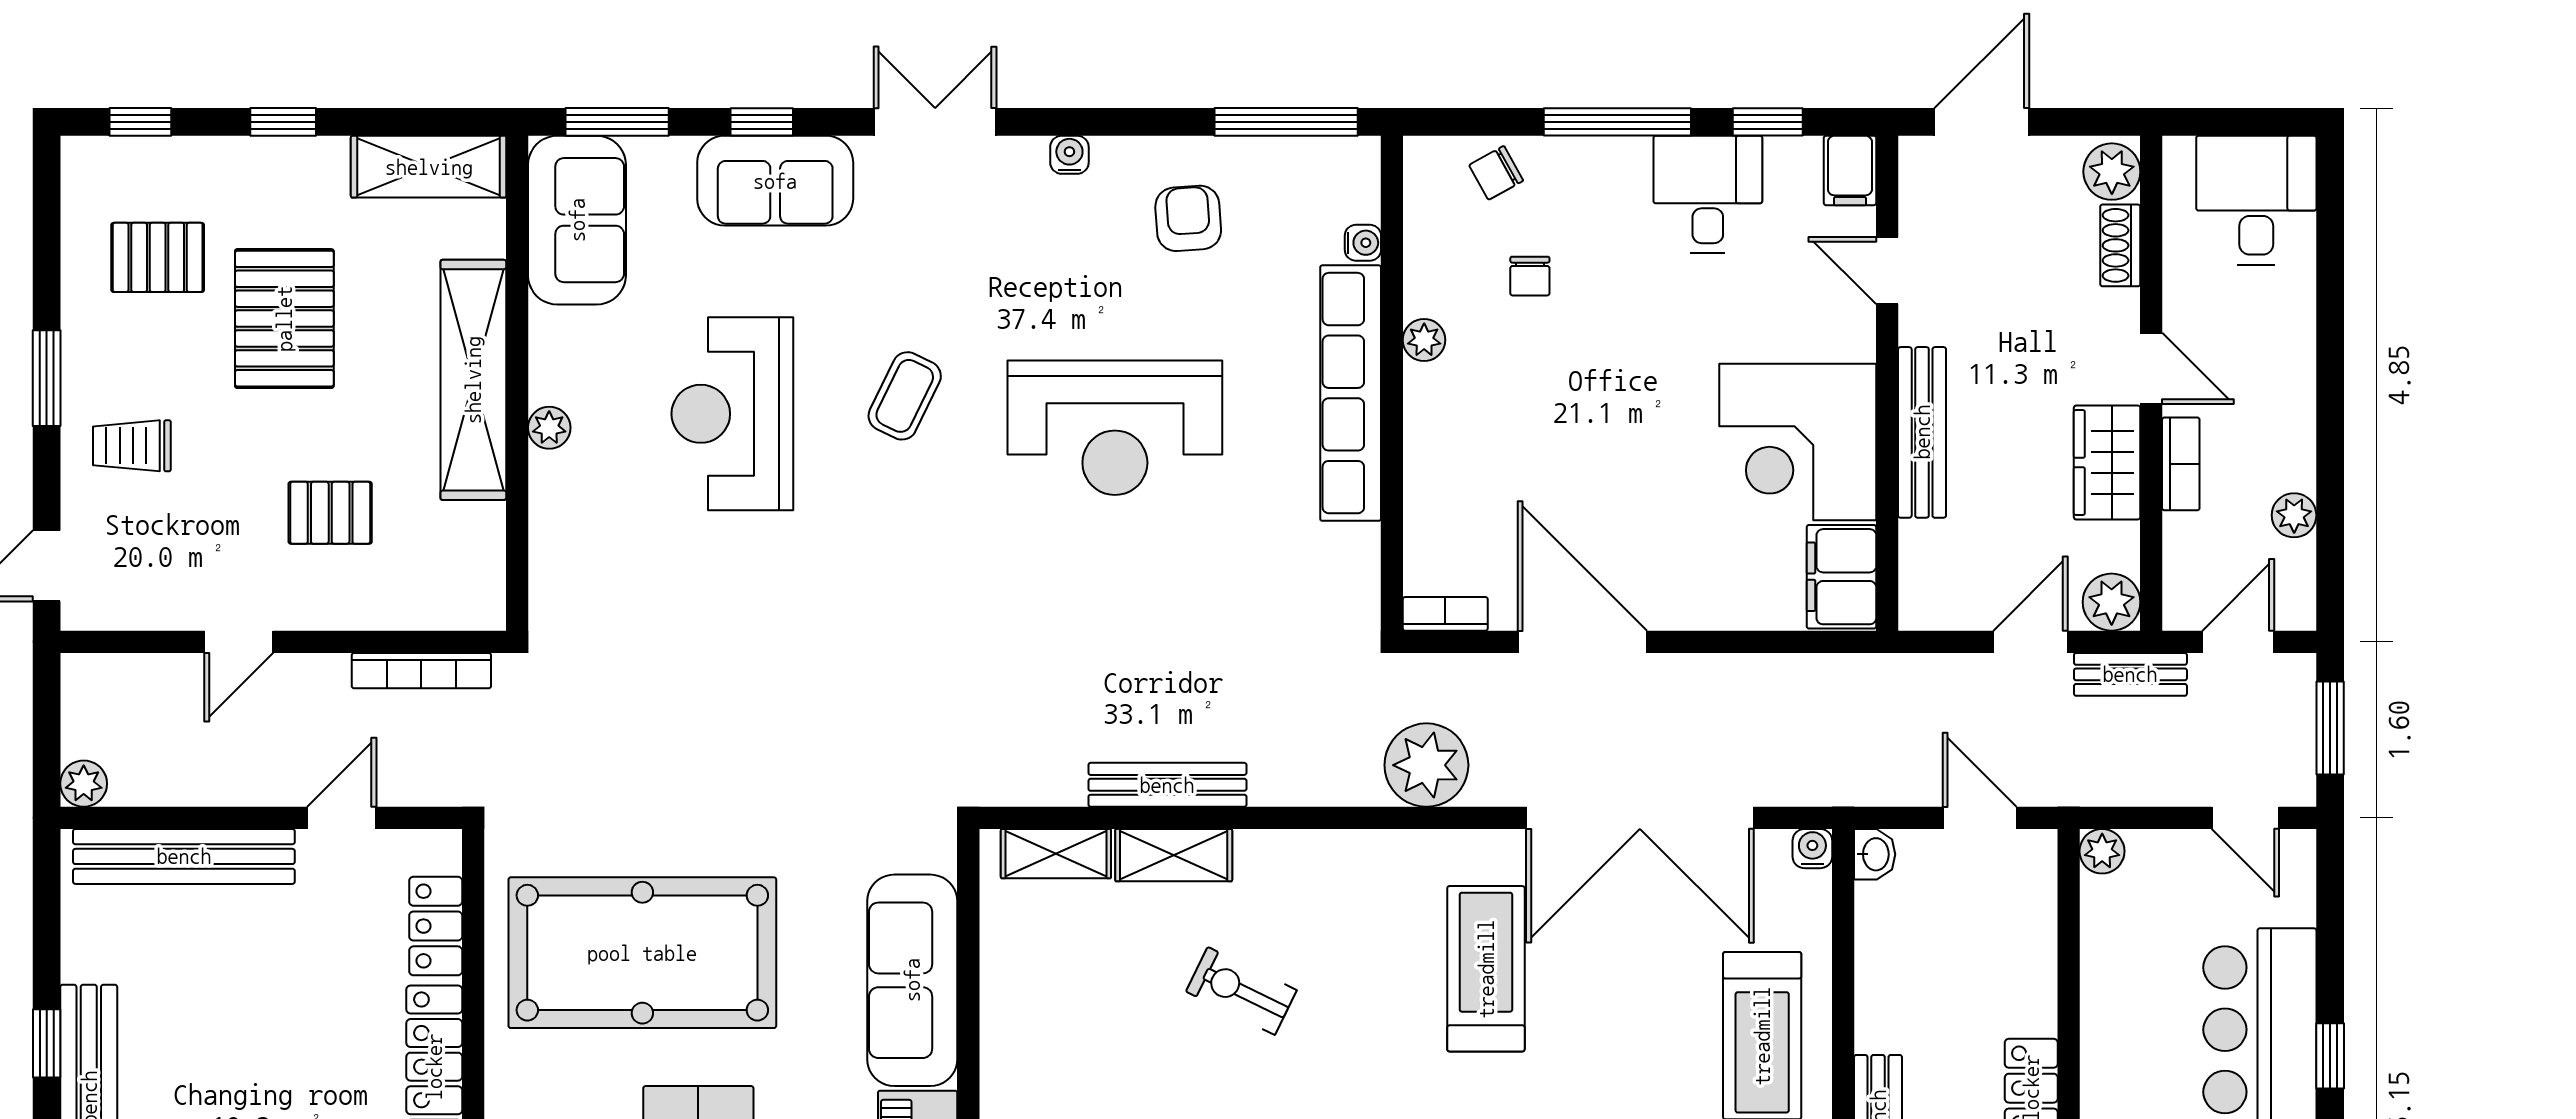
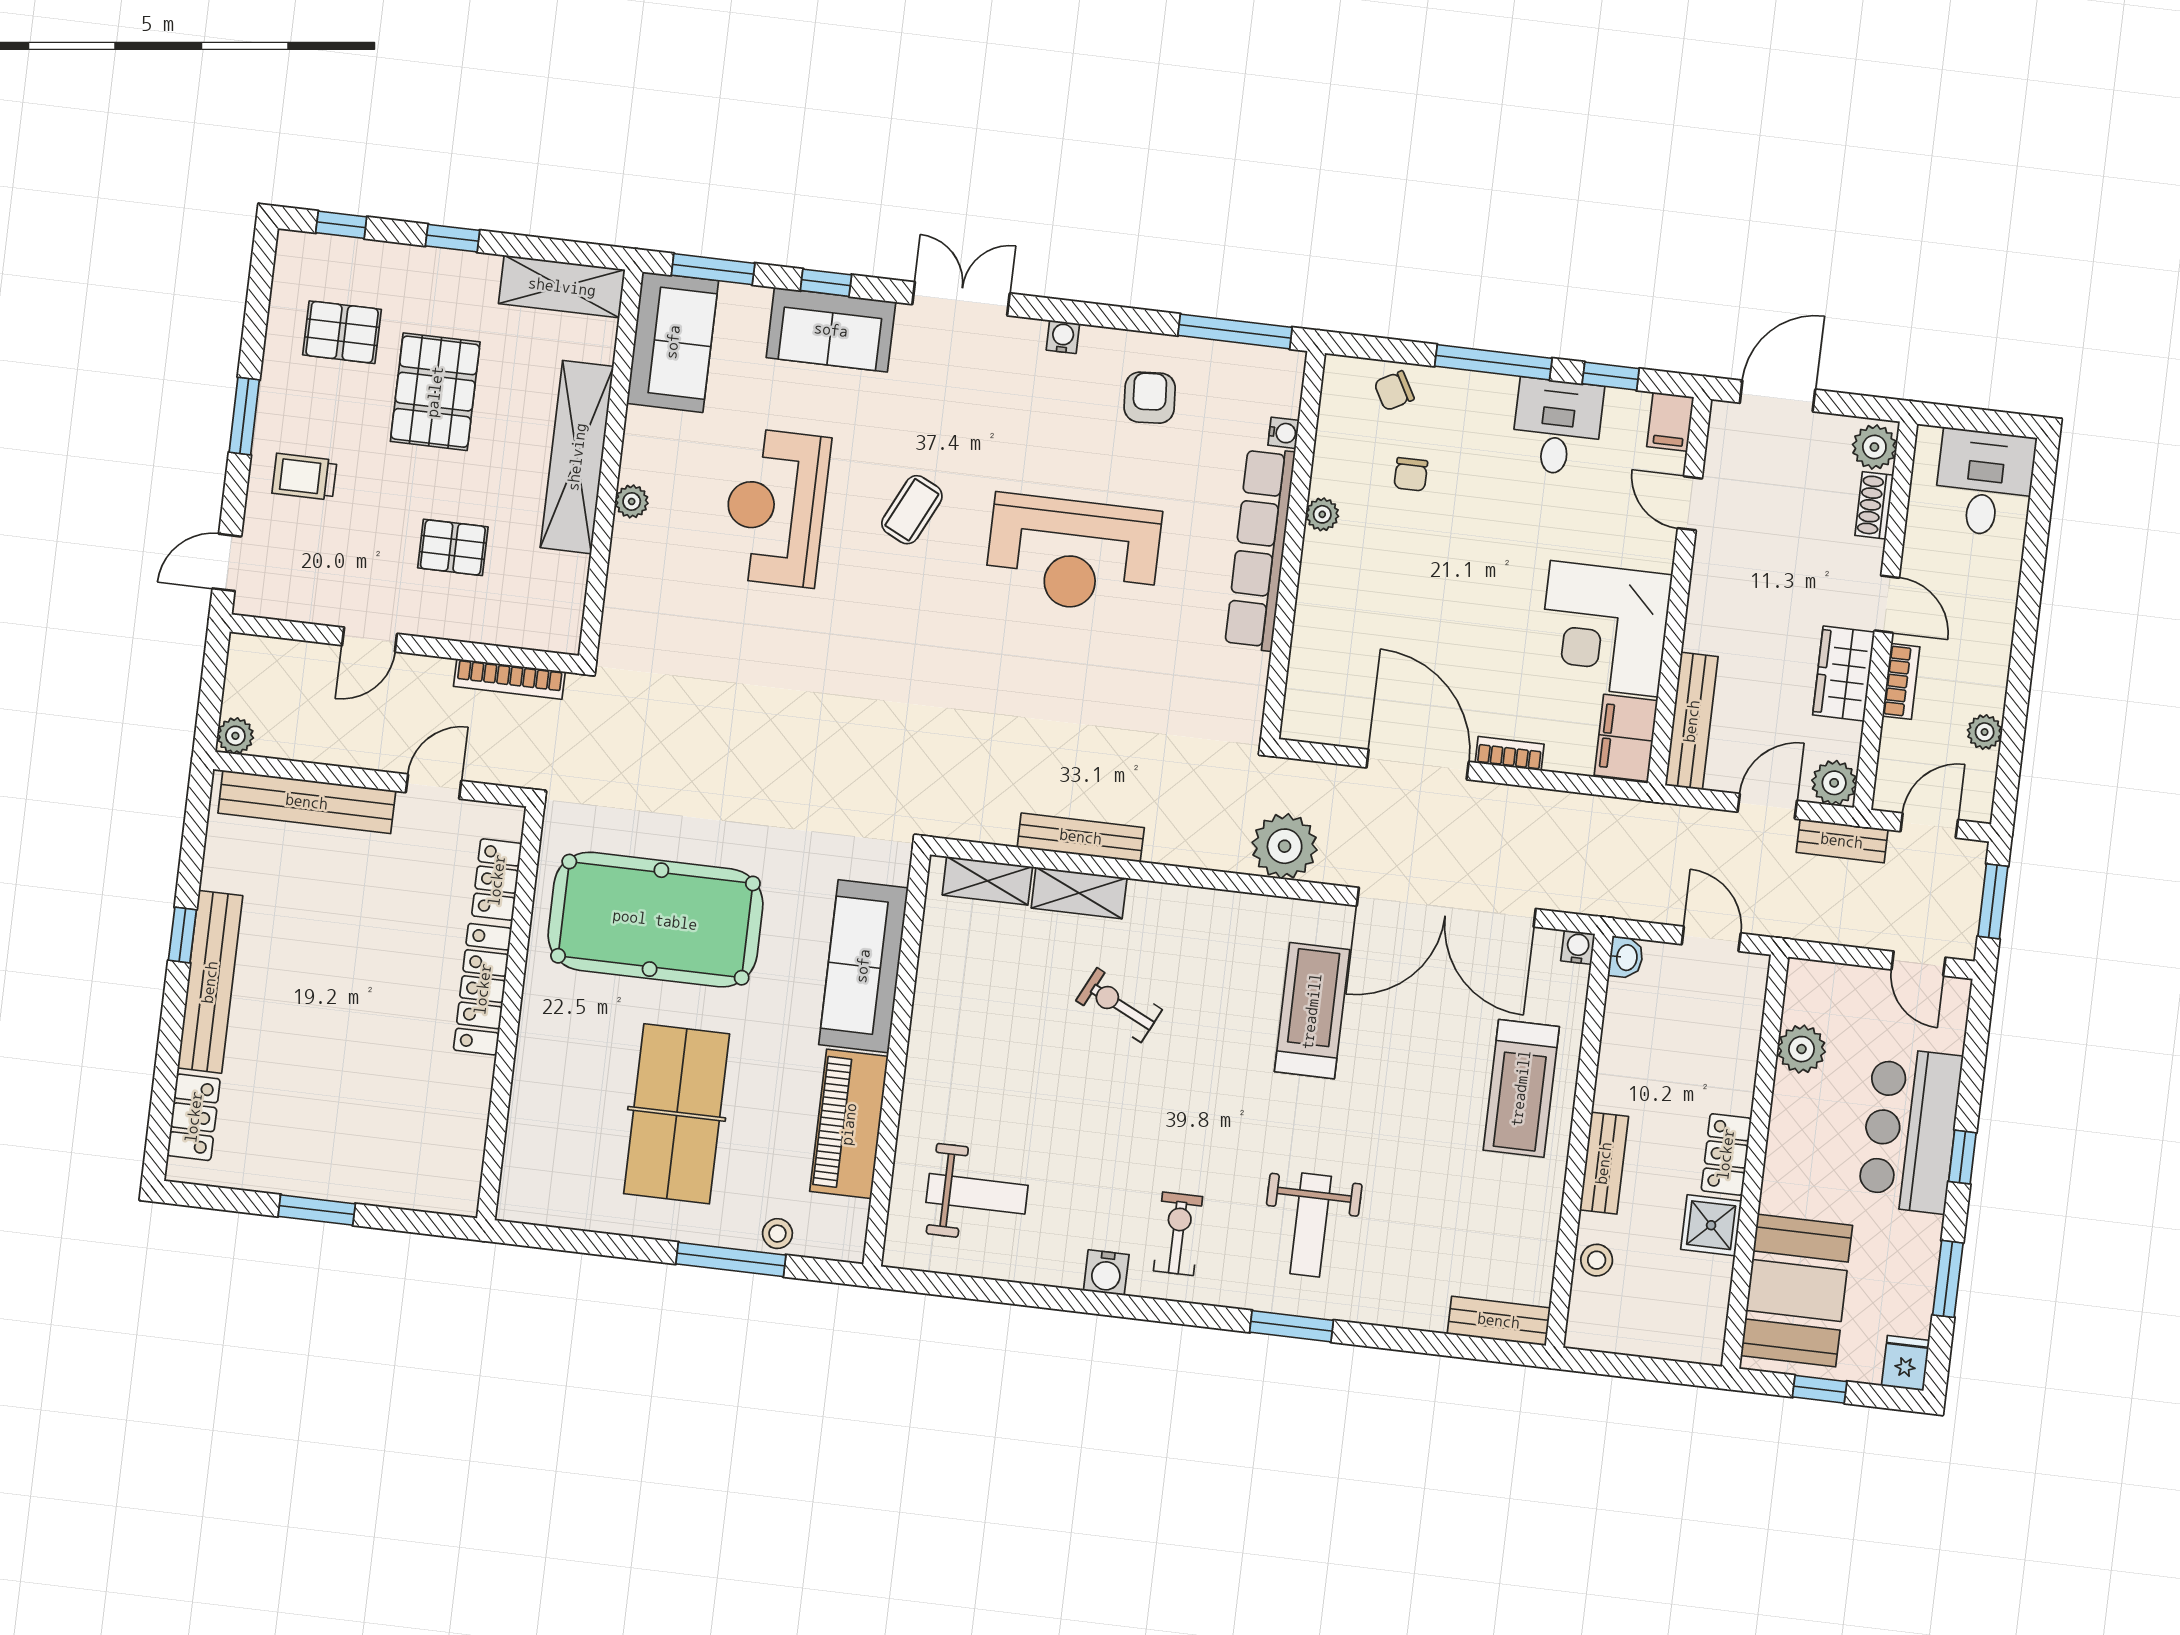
bench: (1922, 432) -> (1692, 721), moved
bookcase: (1445, 614) -> (1510, 753), moved
plant: (2102, 851) -> (1802, 1049), moved, width x1.38, depth x1.38

